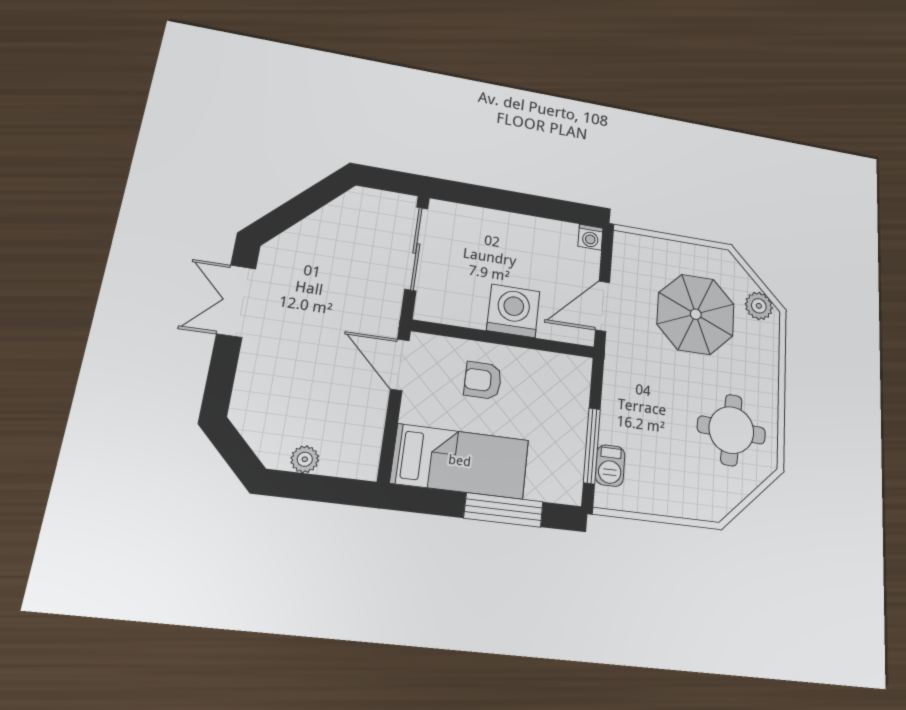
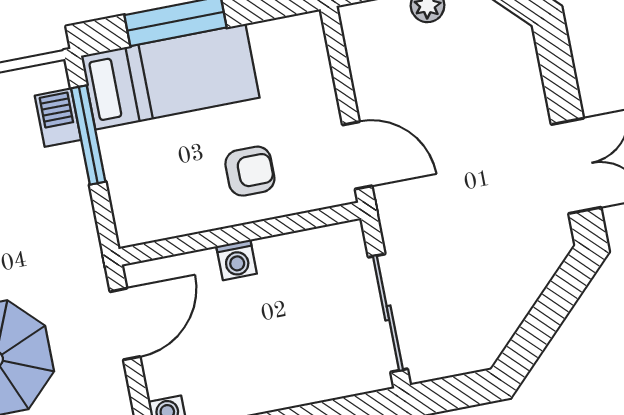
washing machine: (513, 311) -> (237, 260), width x0.53, depth x0.53
bed: (460, 461) -> (170, 77), moved, turned 180

